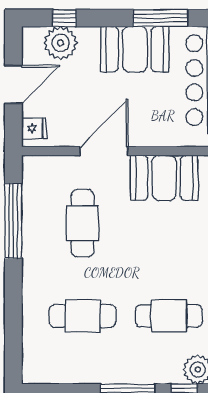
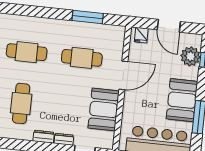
door: (104, 151) -> (123, 75), hinge flipped
window: (13, 221) -> (88, 17), width x0.68
cafe table: (82, 316) -> (27, 52), turned 90

